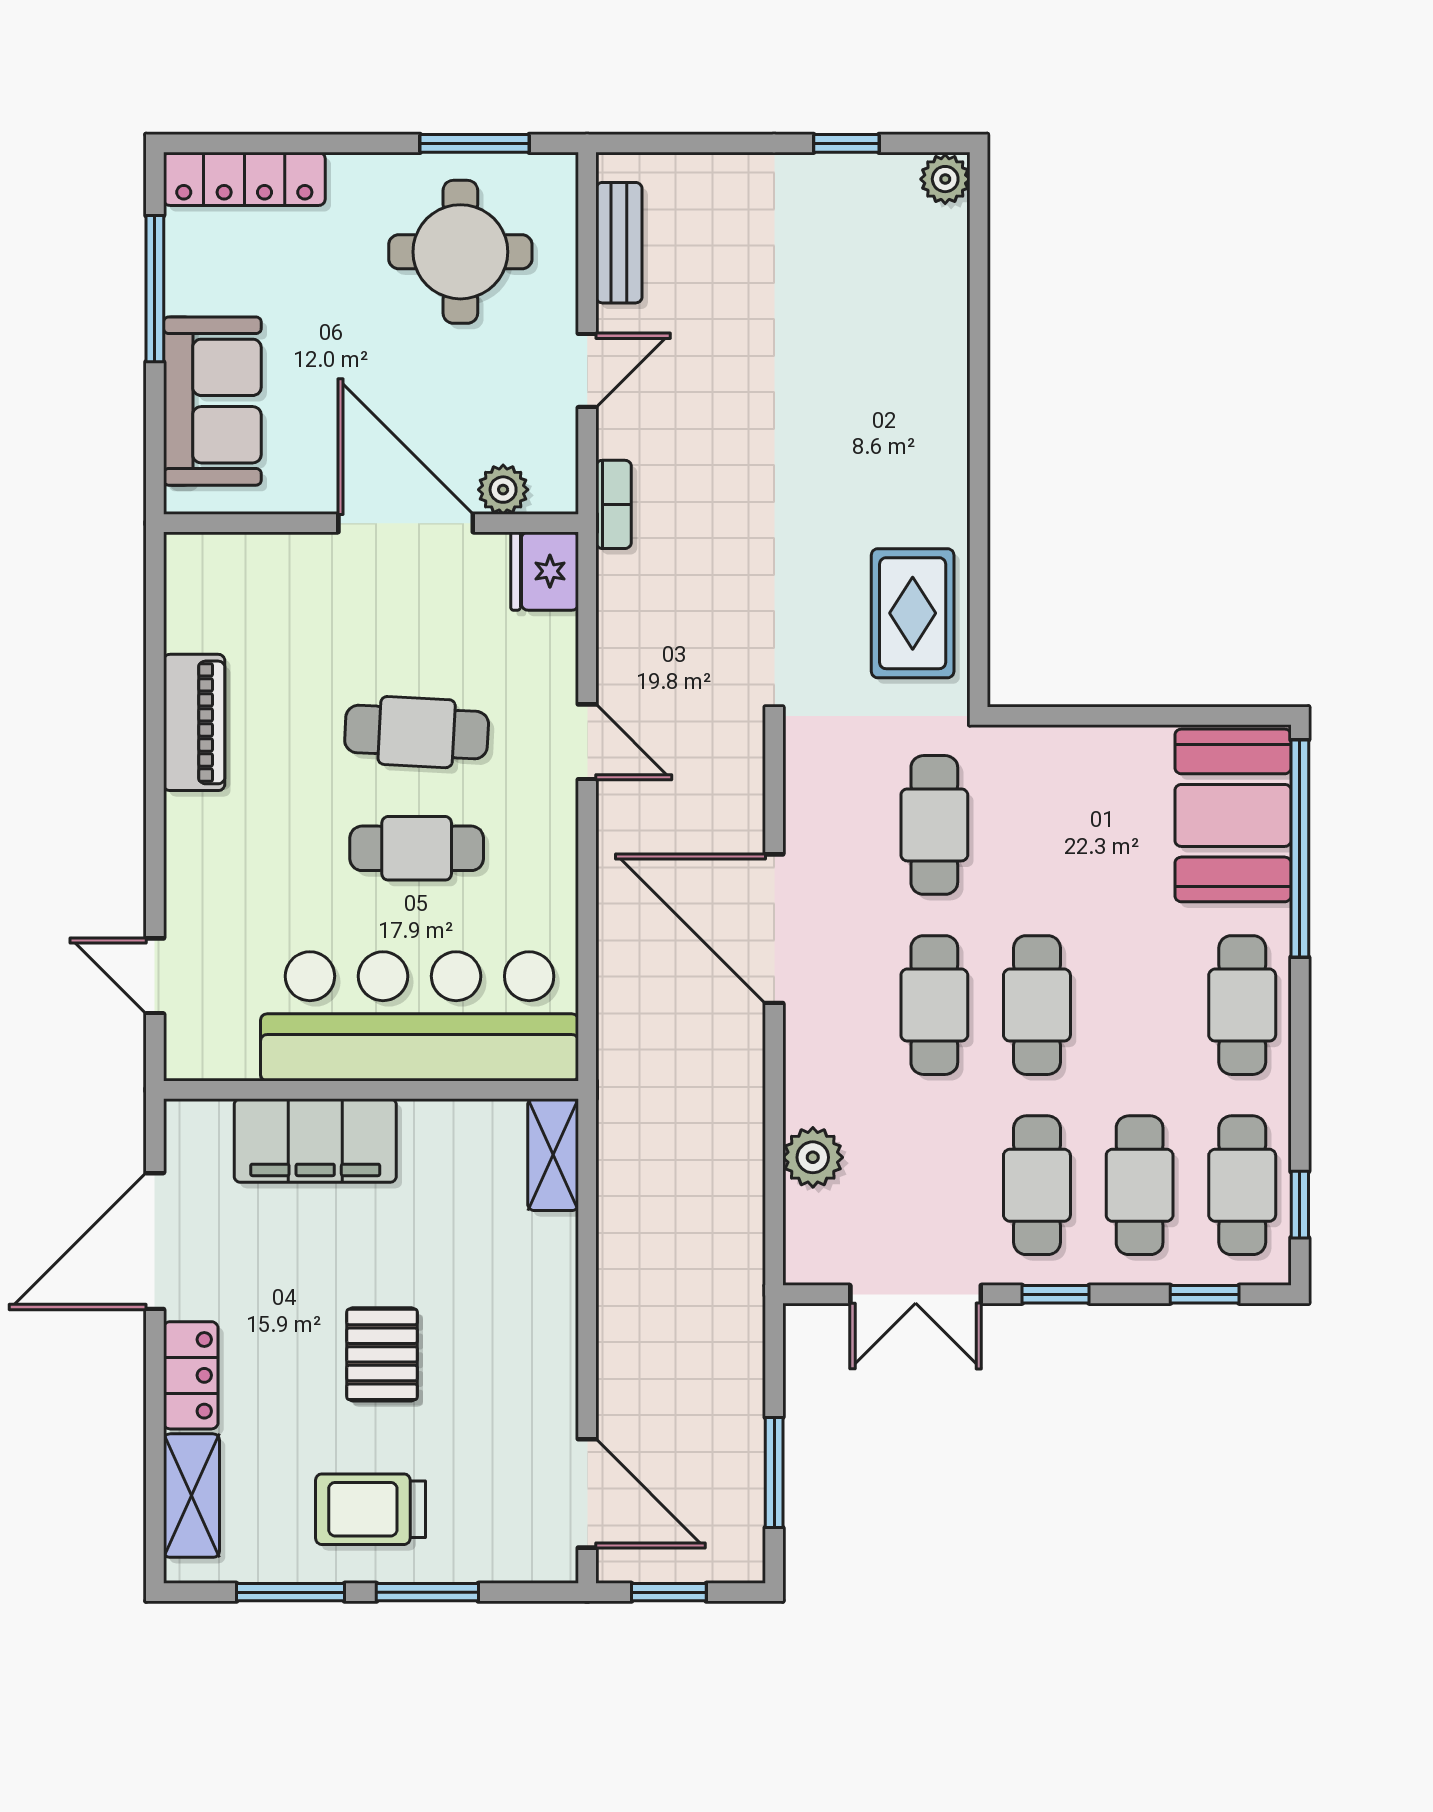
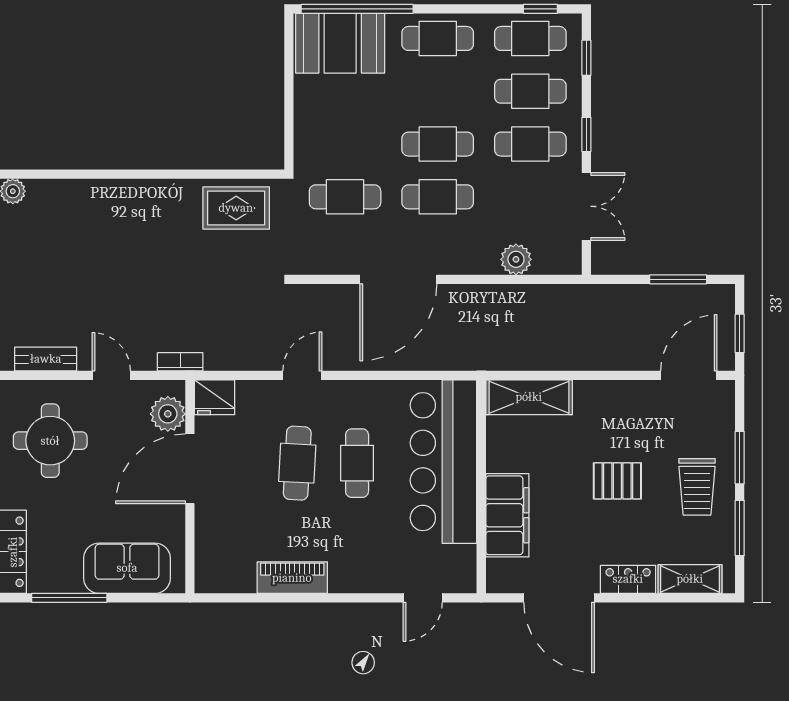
plant: (503, 490) -> (168, 414), width x1.38, depth x1.38
shelving: (553, 1155) -> (529, 397), width x1.50, depth x1.33

